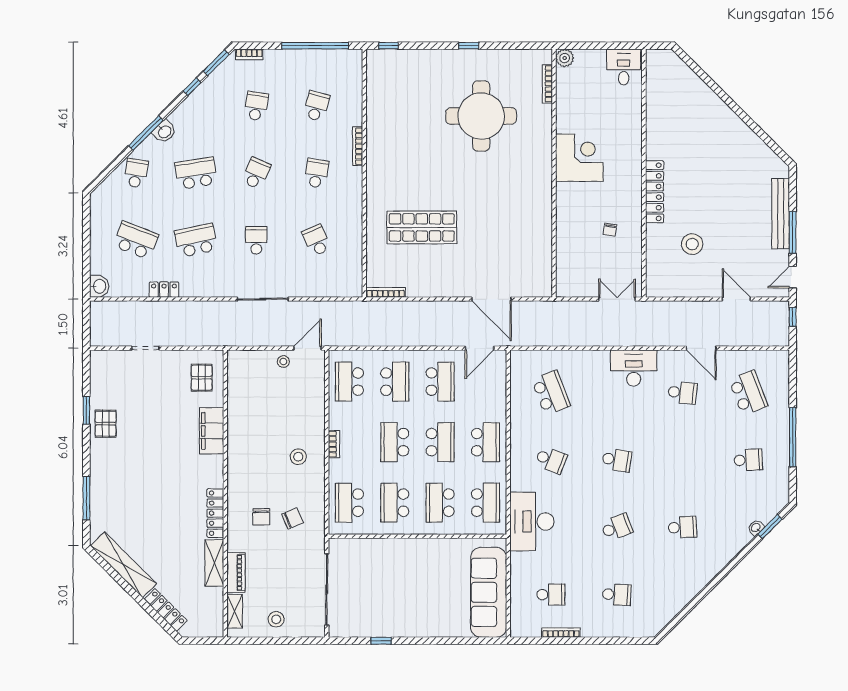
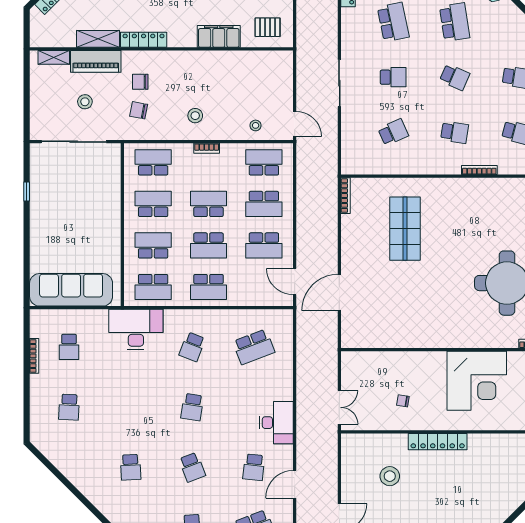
corner desk: (579, 158) -> (477, 381), width x1.36, depth x1.36
stool: (283, 362) -> (256, 125), moved
chair: (292, 518) -> (139, 110), turned 124
school desk: (617, 527) -> (192, 467), moved
piano: (236, 573) -> (96, 61), width x1.37, depth x1.33
stool: (276, 619) -> (85, 102), moved

